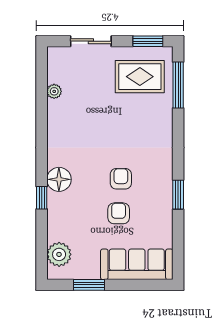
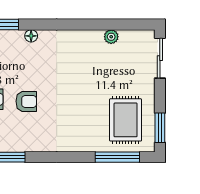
sliding door: (91, 41) -> (160, 58), moved
floor lamp: (59, 179) -> (31, 36), width x0.53, depth x0.53

